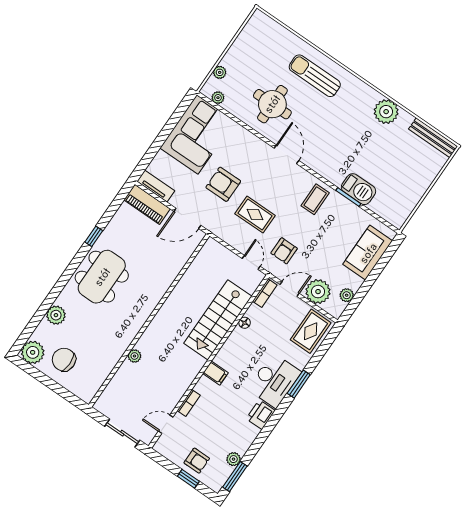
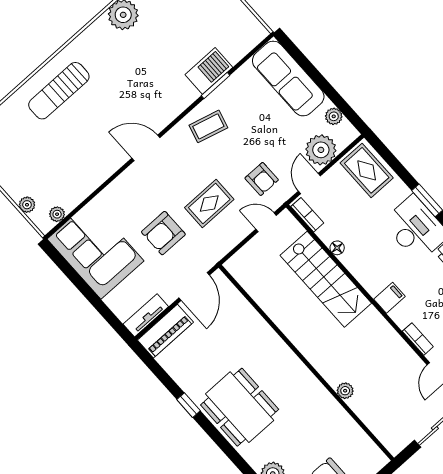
round table: (272, 104) -> (81, 150), removed
coffee table: (315, 199) -> (208, 126), turned -75
sofa: (368, 253) -> (288, 79), width x1.36

